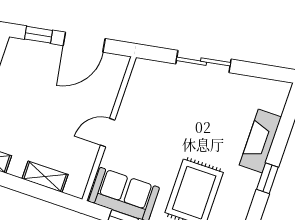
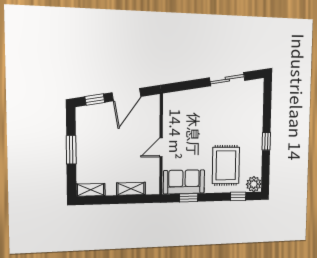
sliding door: (204, 62) -> (227, 79), moved
fireplace: (260, 141) -> (255, 120), removed

